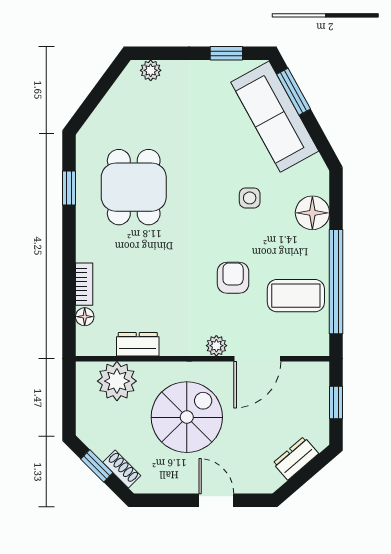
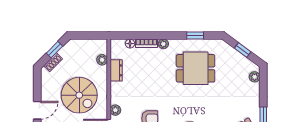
window: (97, 94) -> (243, 50), added
plant: (85, 251) -> (163, 44), added
plant: (117, 381) -> (102, 60), width x0.53, depth x0.53

